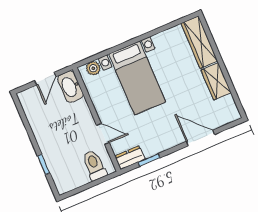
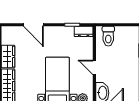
door: (103, 134) -> (94, 67), moved

